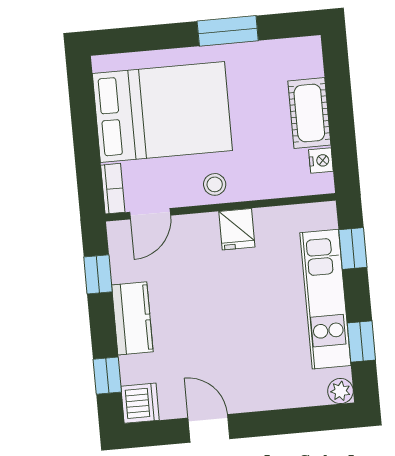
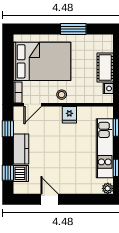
dishwasher: (140, 403) -> (21, 173), moved

